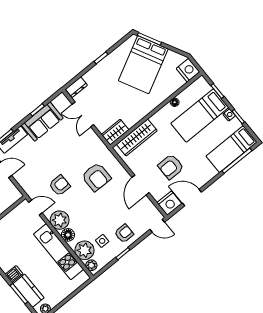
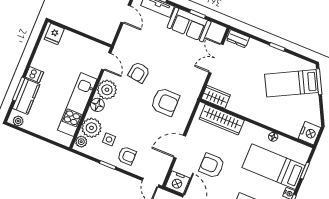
bed: (143, 65) -> (292, 83), width x0.67
armchair: (96, 177) -> (165, 102), turned -90
armchair: (60, 185) -> (139, 72), turned 98

